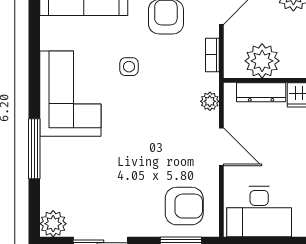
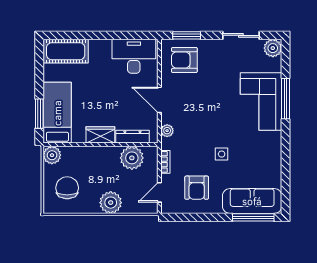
corner sofa: (70, 94) -> (261, 101), moved

